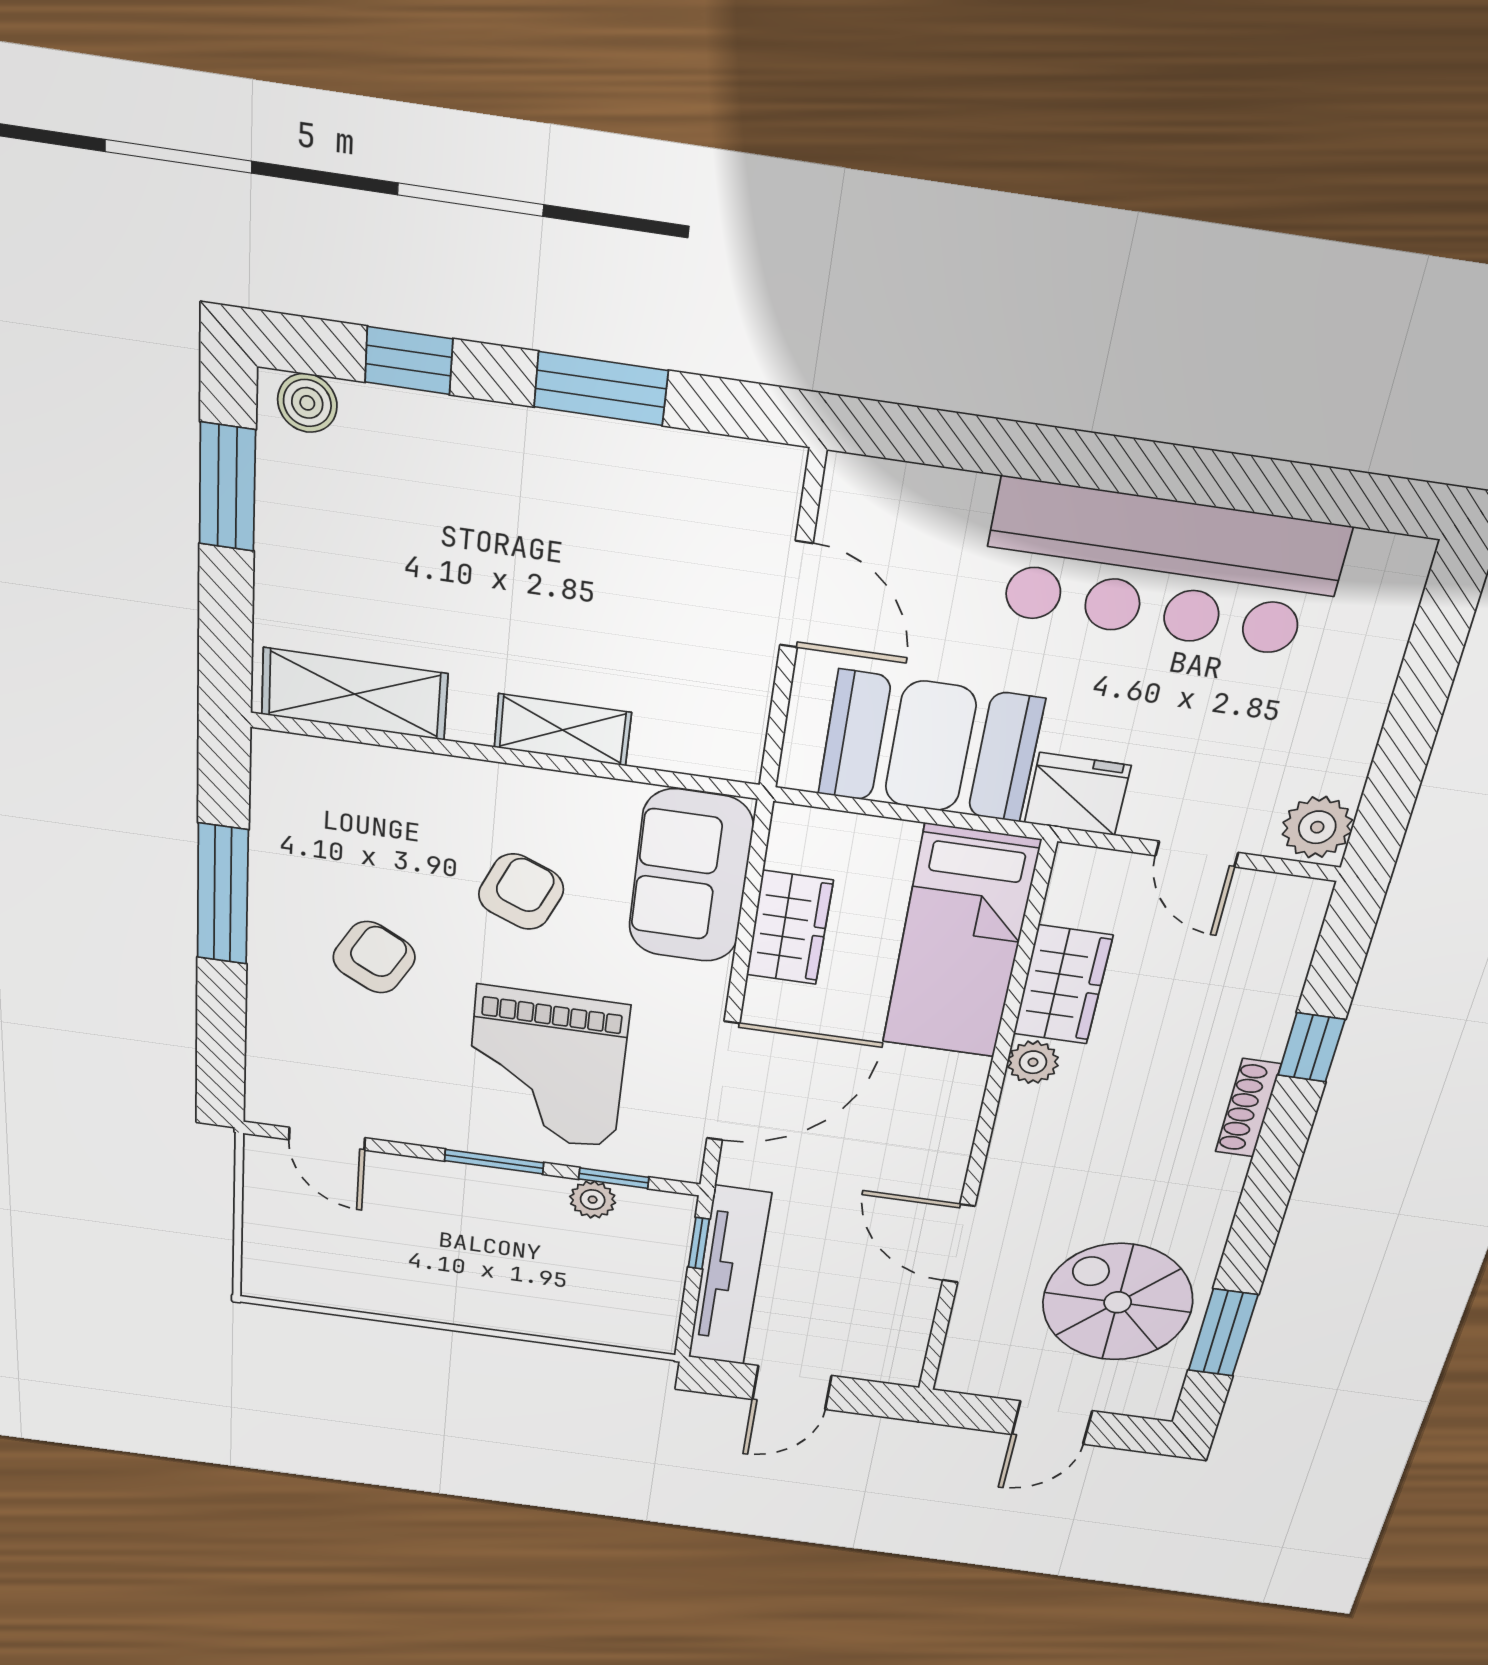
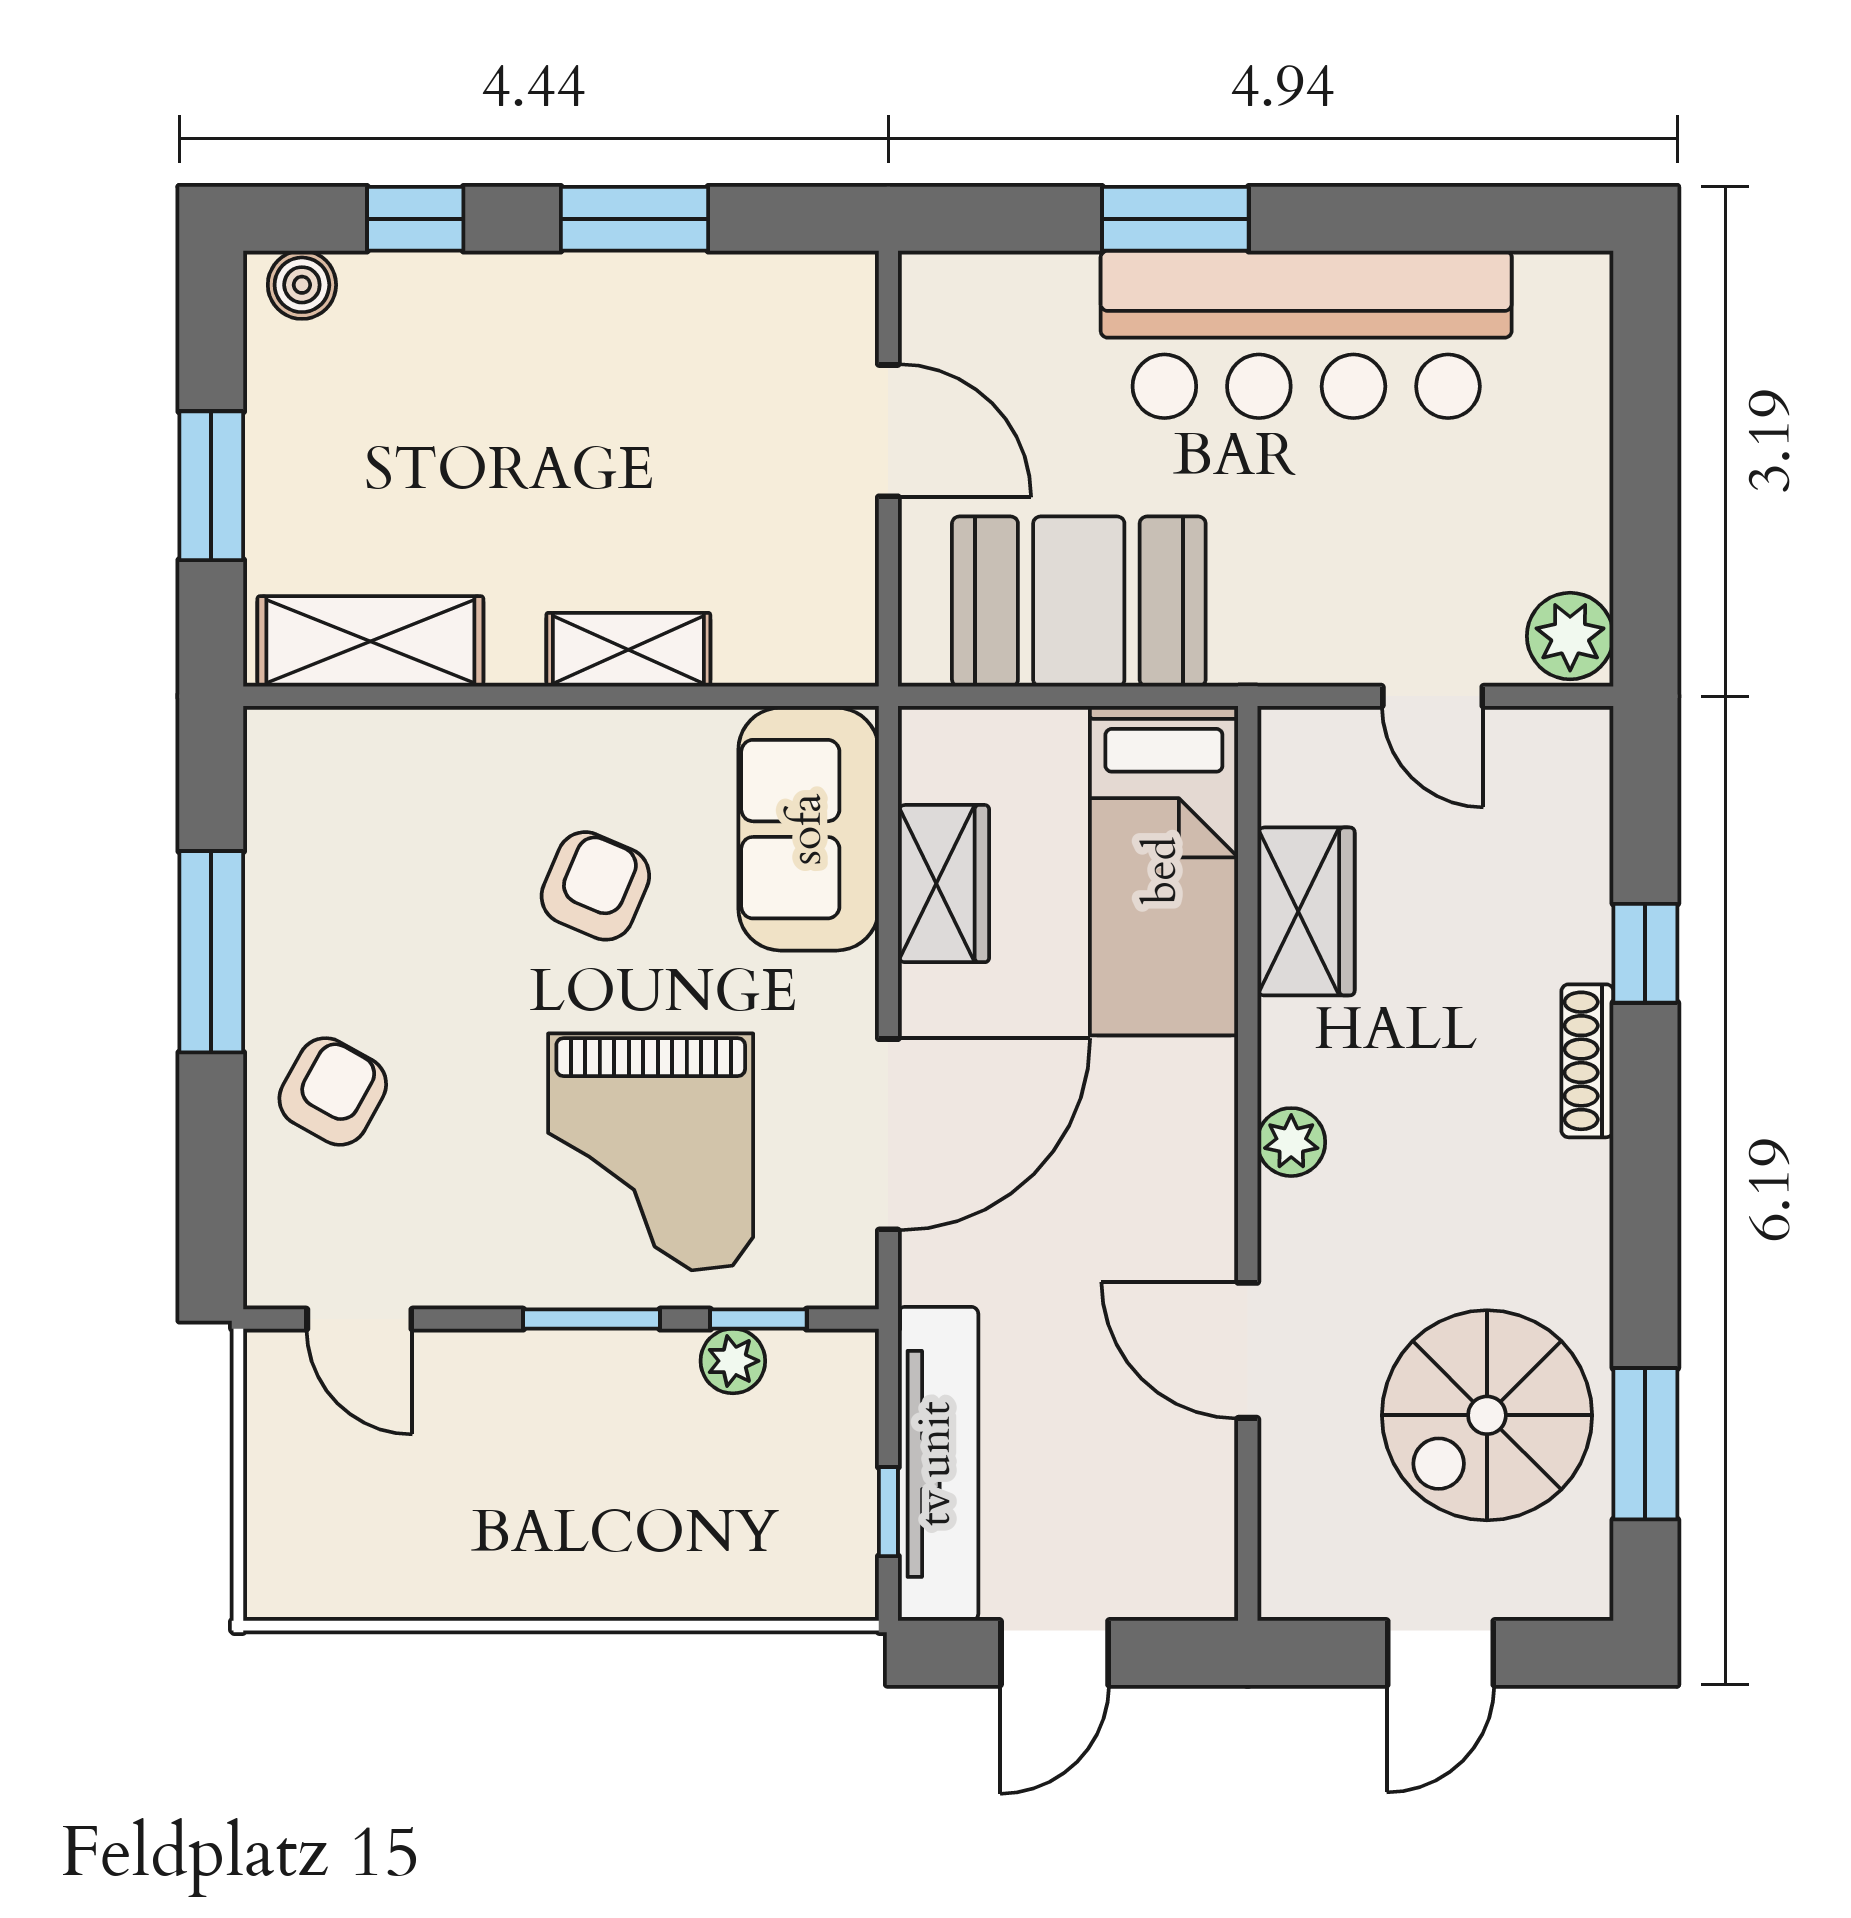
window: (1071, 458) -> (1175, 219), added
window: (227, 487) -> (211, 486), moved
fridge: (1077, 794) -> (1269, 638), removed
armchair: (374, 957) -> (333, 1091), moved
plant: (1033, 1062) -> (1291, 1142), moved
window: (699, 1243) -> (888, 1512), moved
spiral stairs: (1118, 1302) -> (1487, 1415), turned -90

